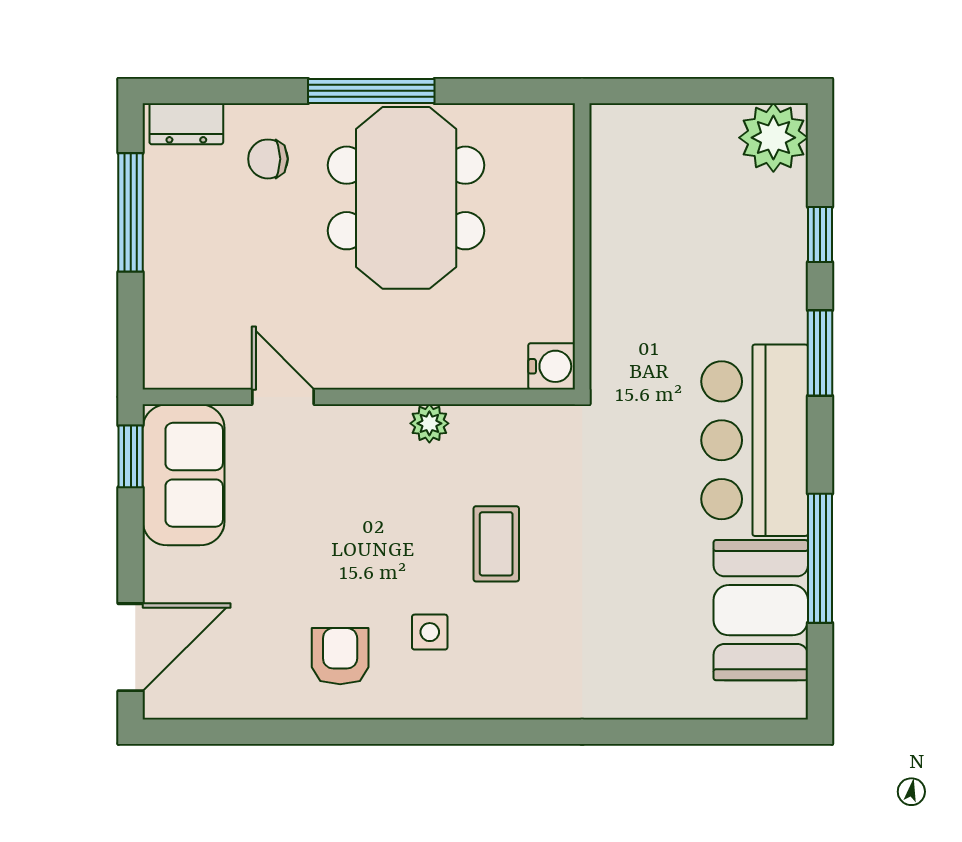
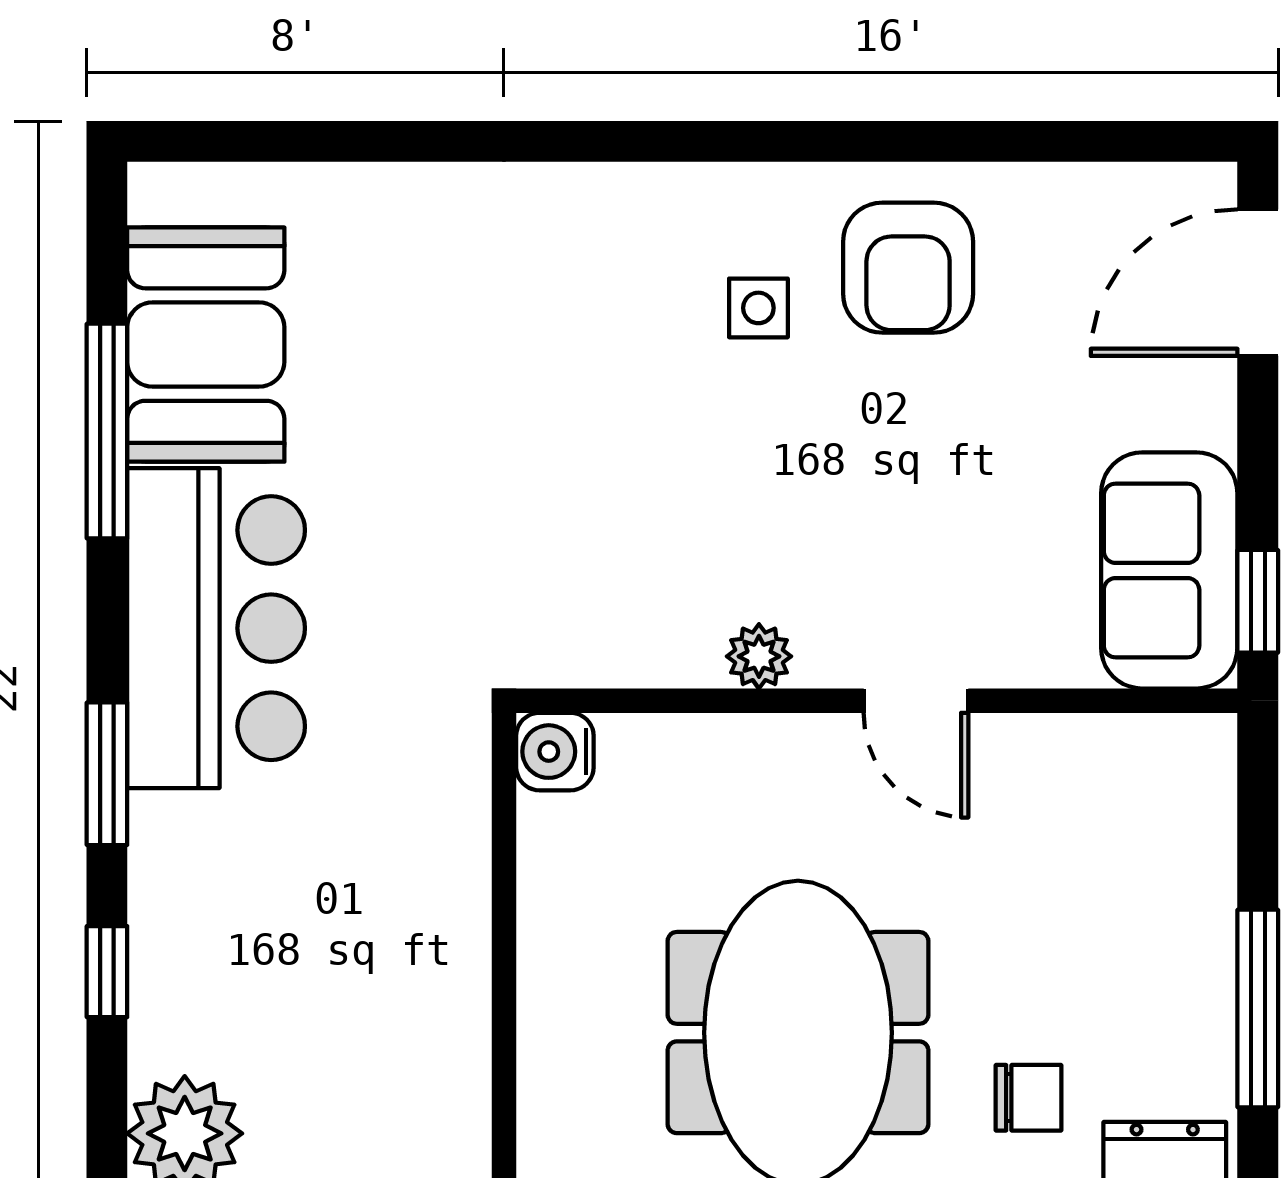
door: (283, 397) -> (916, 701), moved
coffee table: (496, 544) -> (647, 455), removed
armchair: (340, 656) -> (908, 268), width x1.38, depth x1.38

